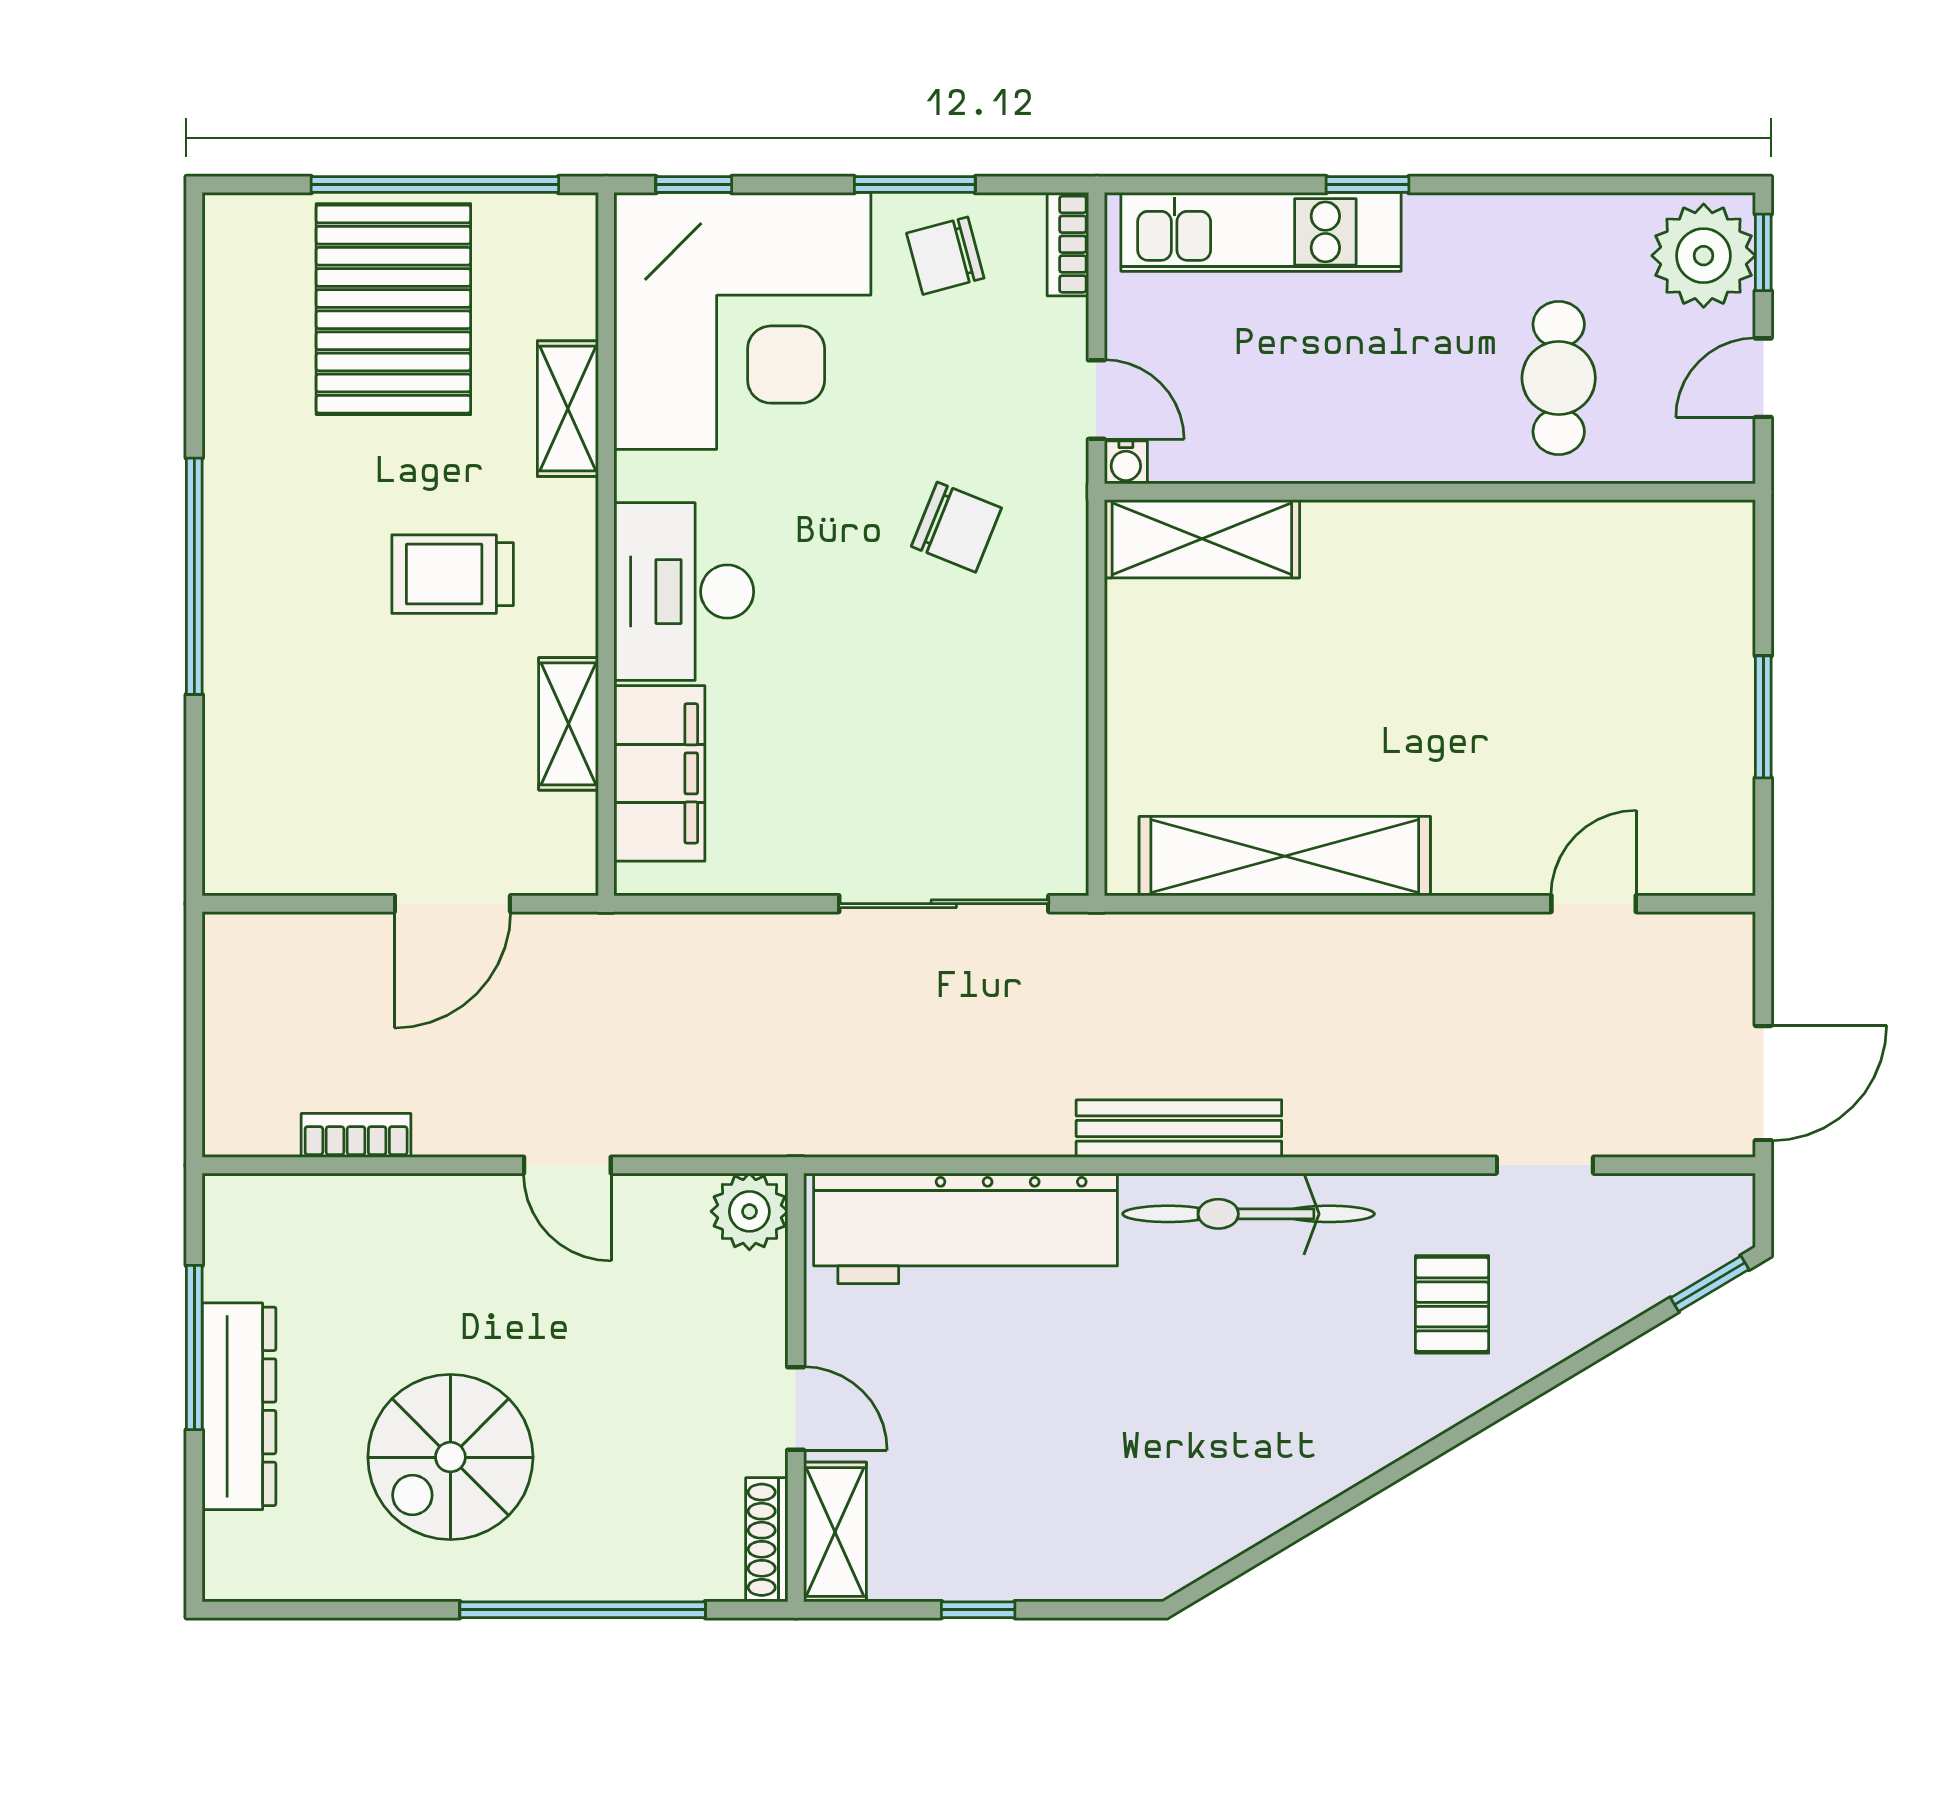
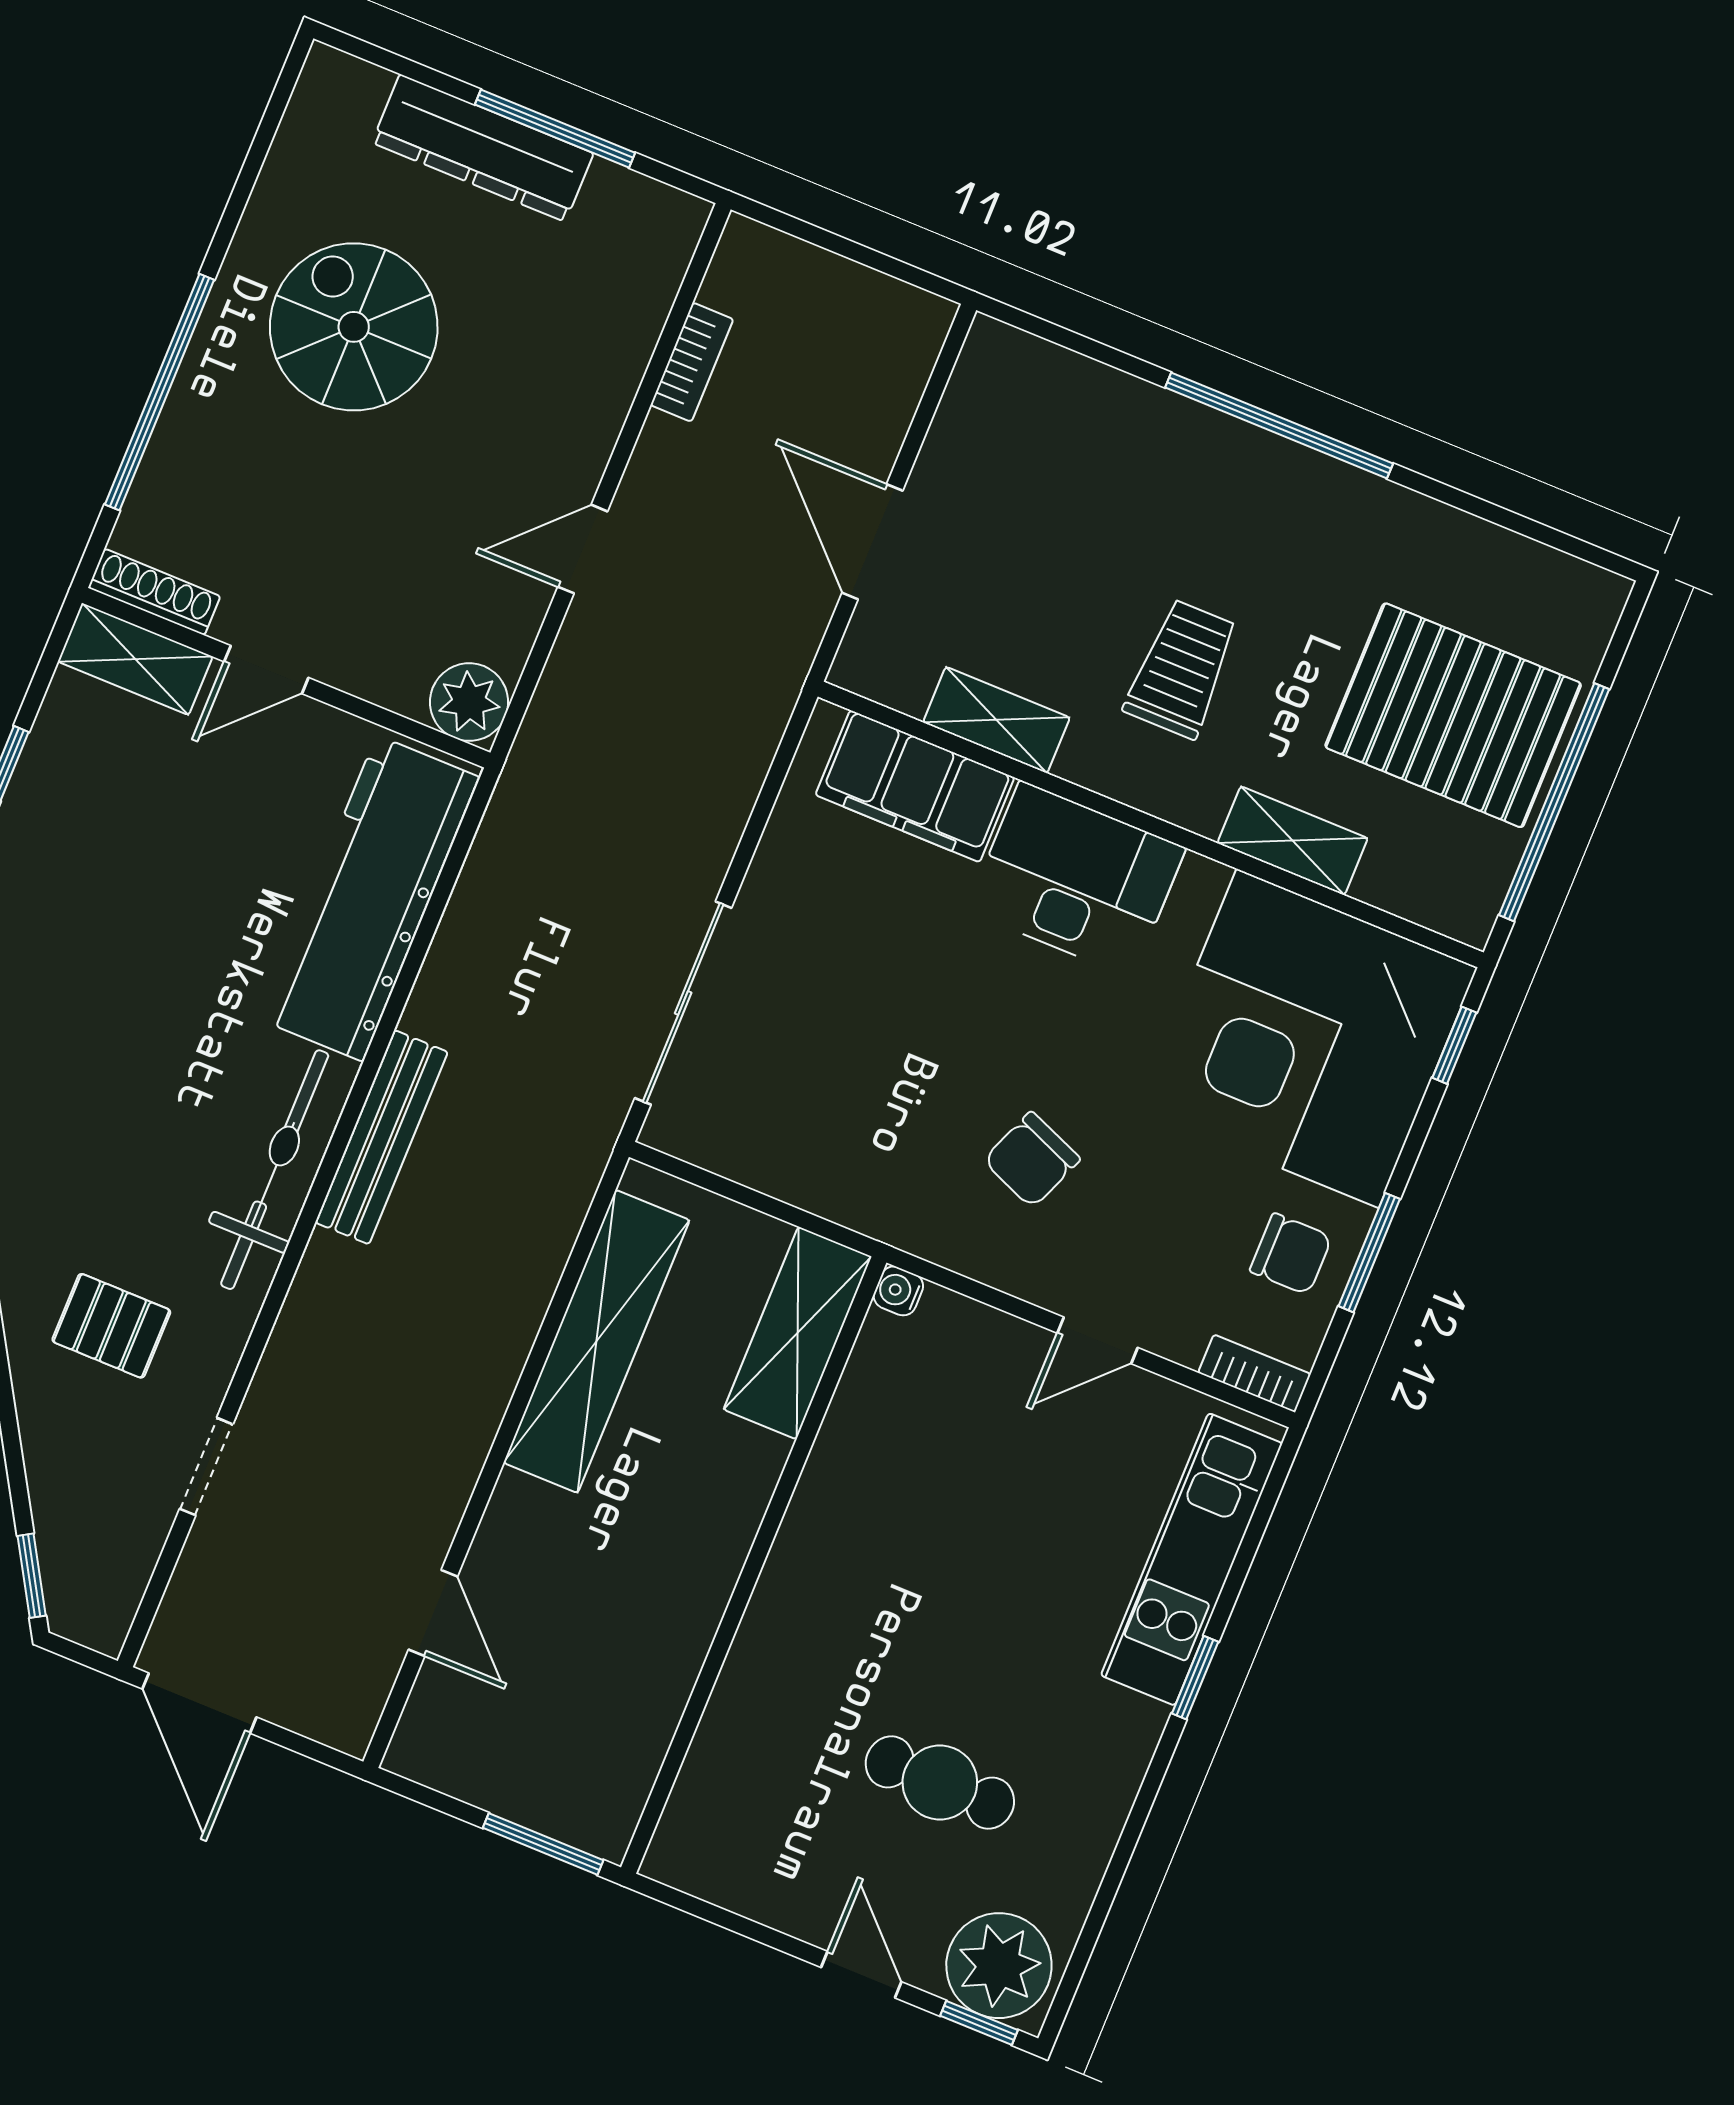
chair: (945, 256) -> (1291, 1254), turned 105
water cooler: (1126, 462) -> (898, 1291), moved
wall: (1430, 492) -> (754, 1565), moved
shelving: (1202, 539) -> (797, 1333), moved

